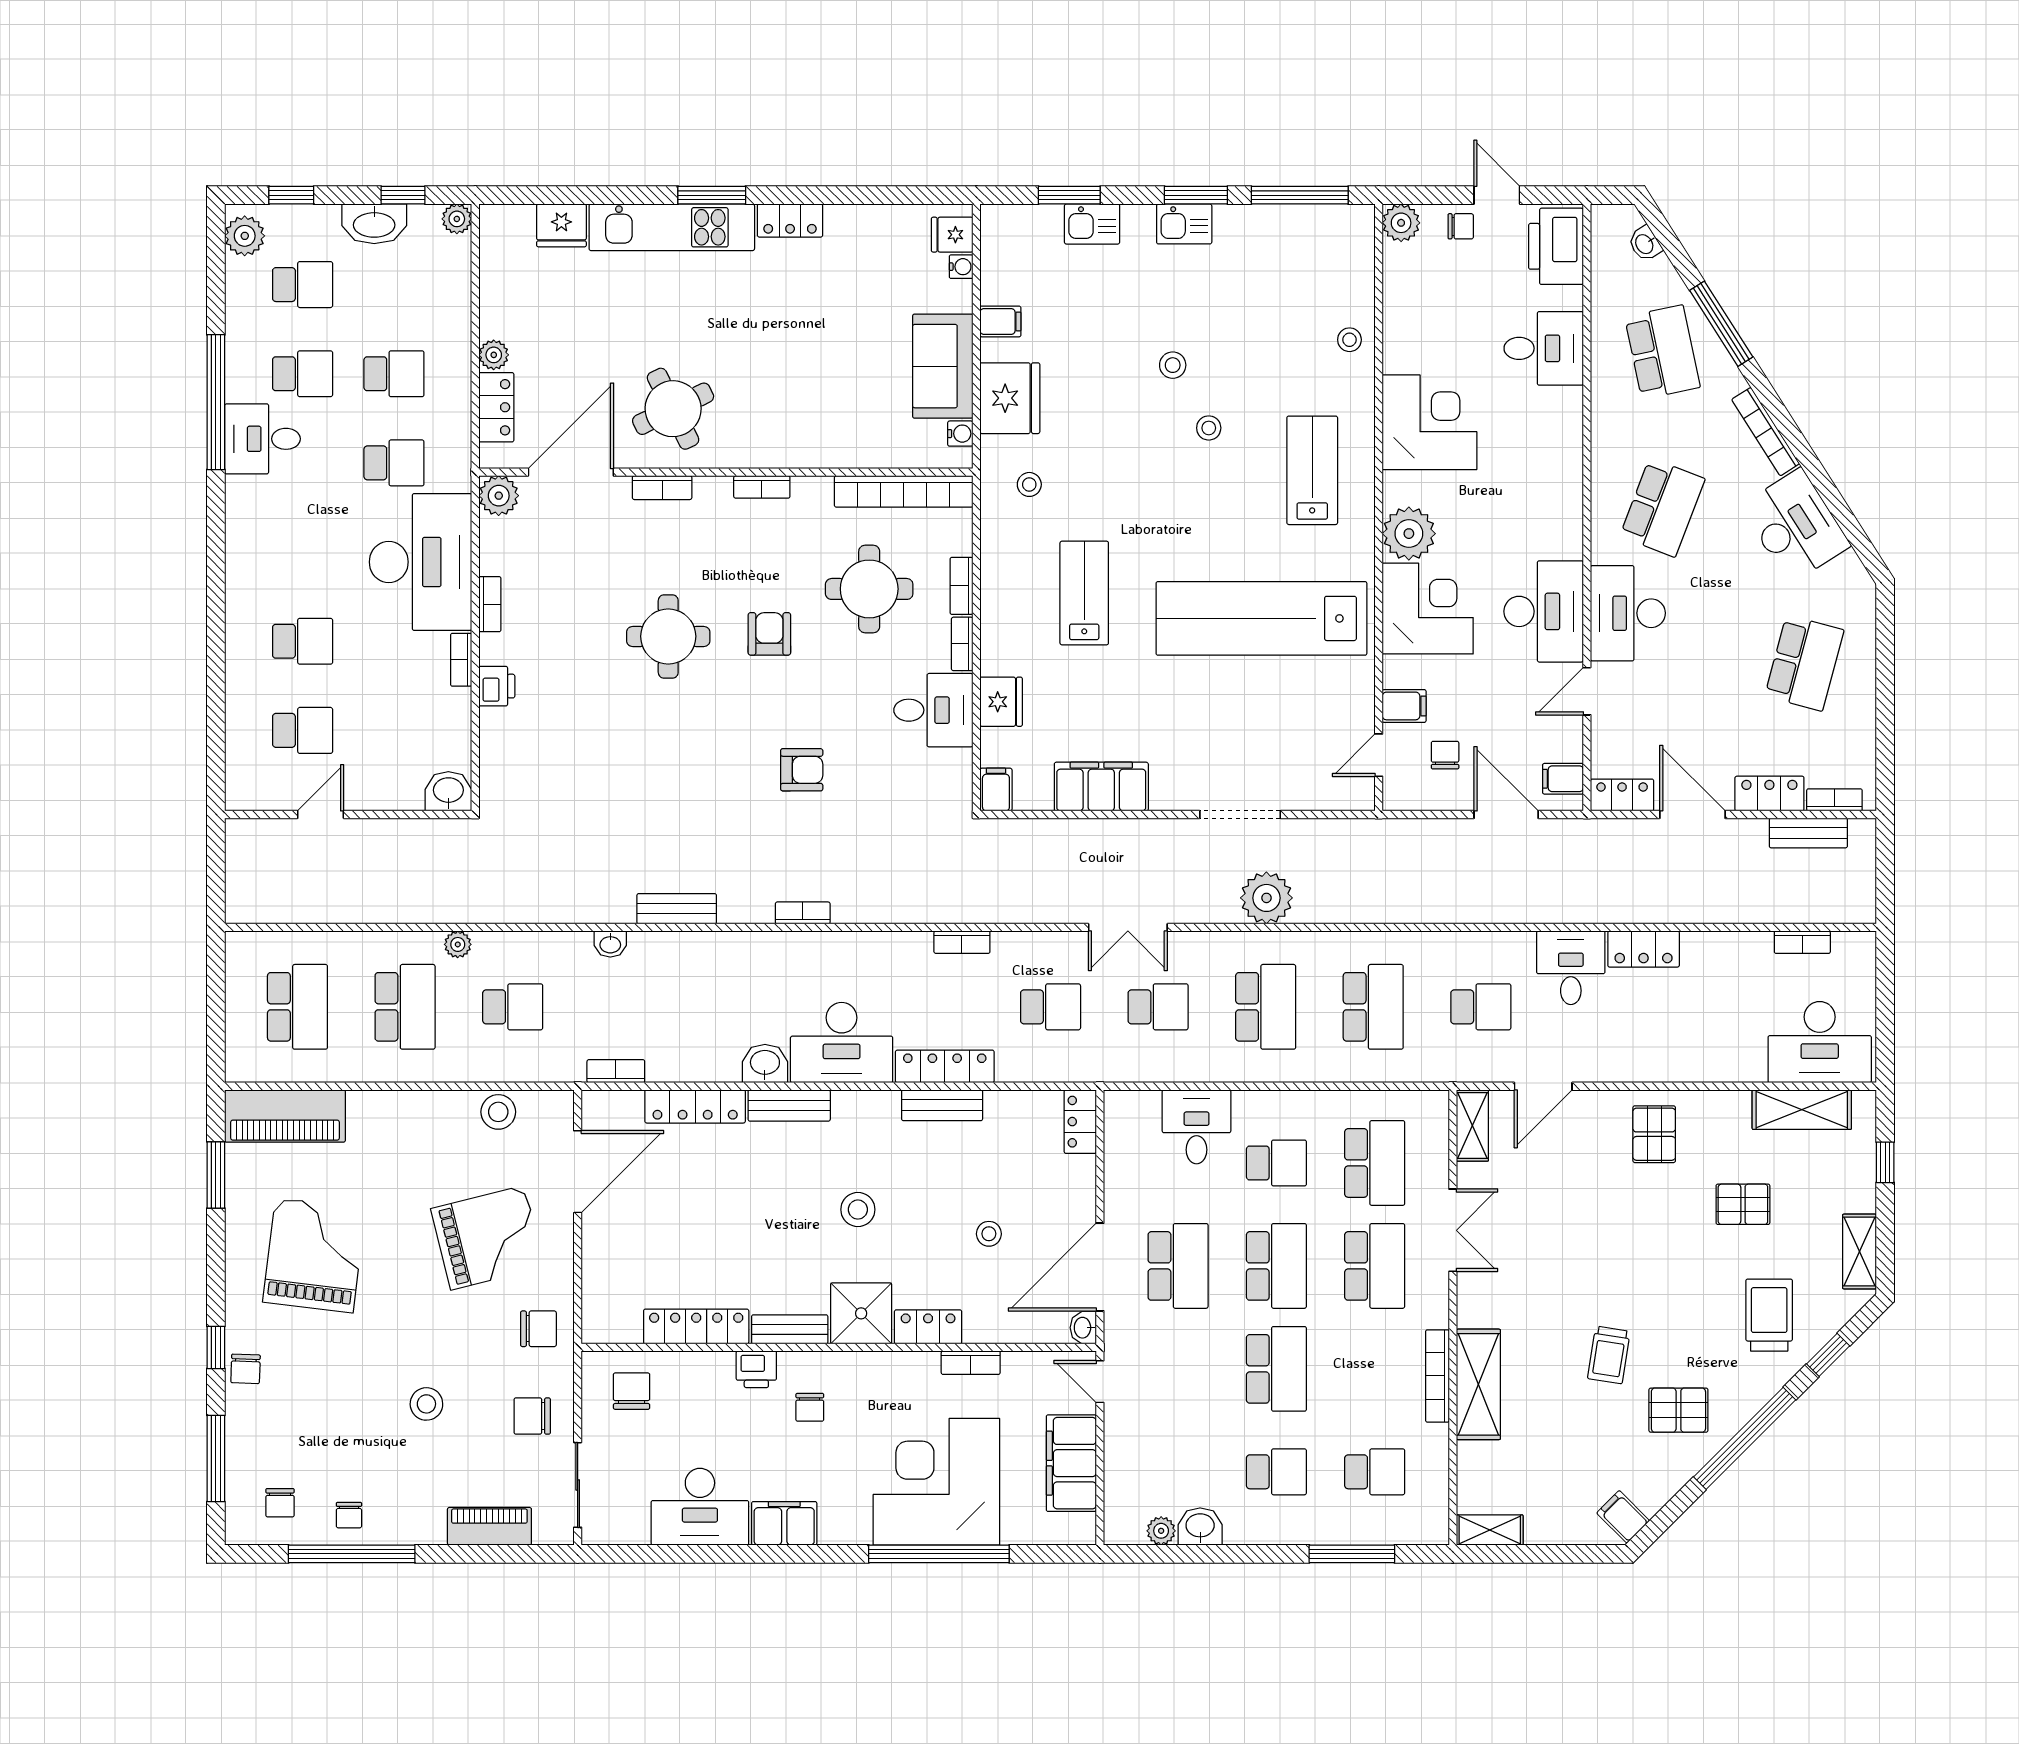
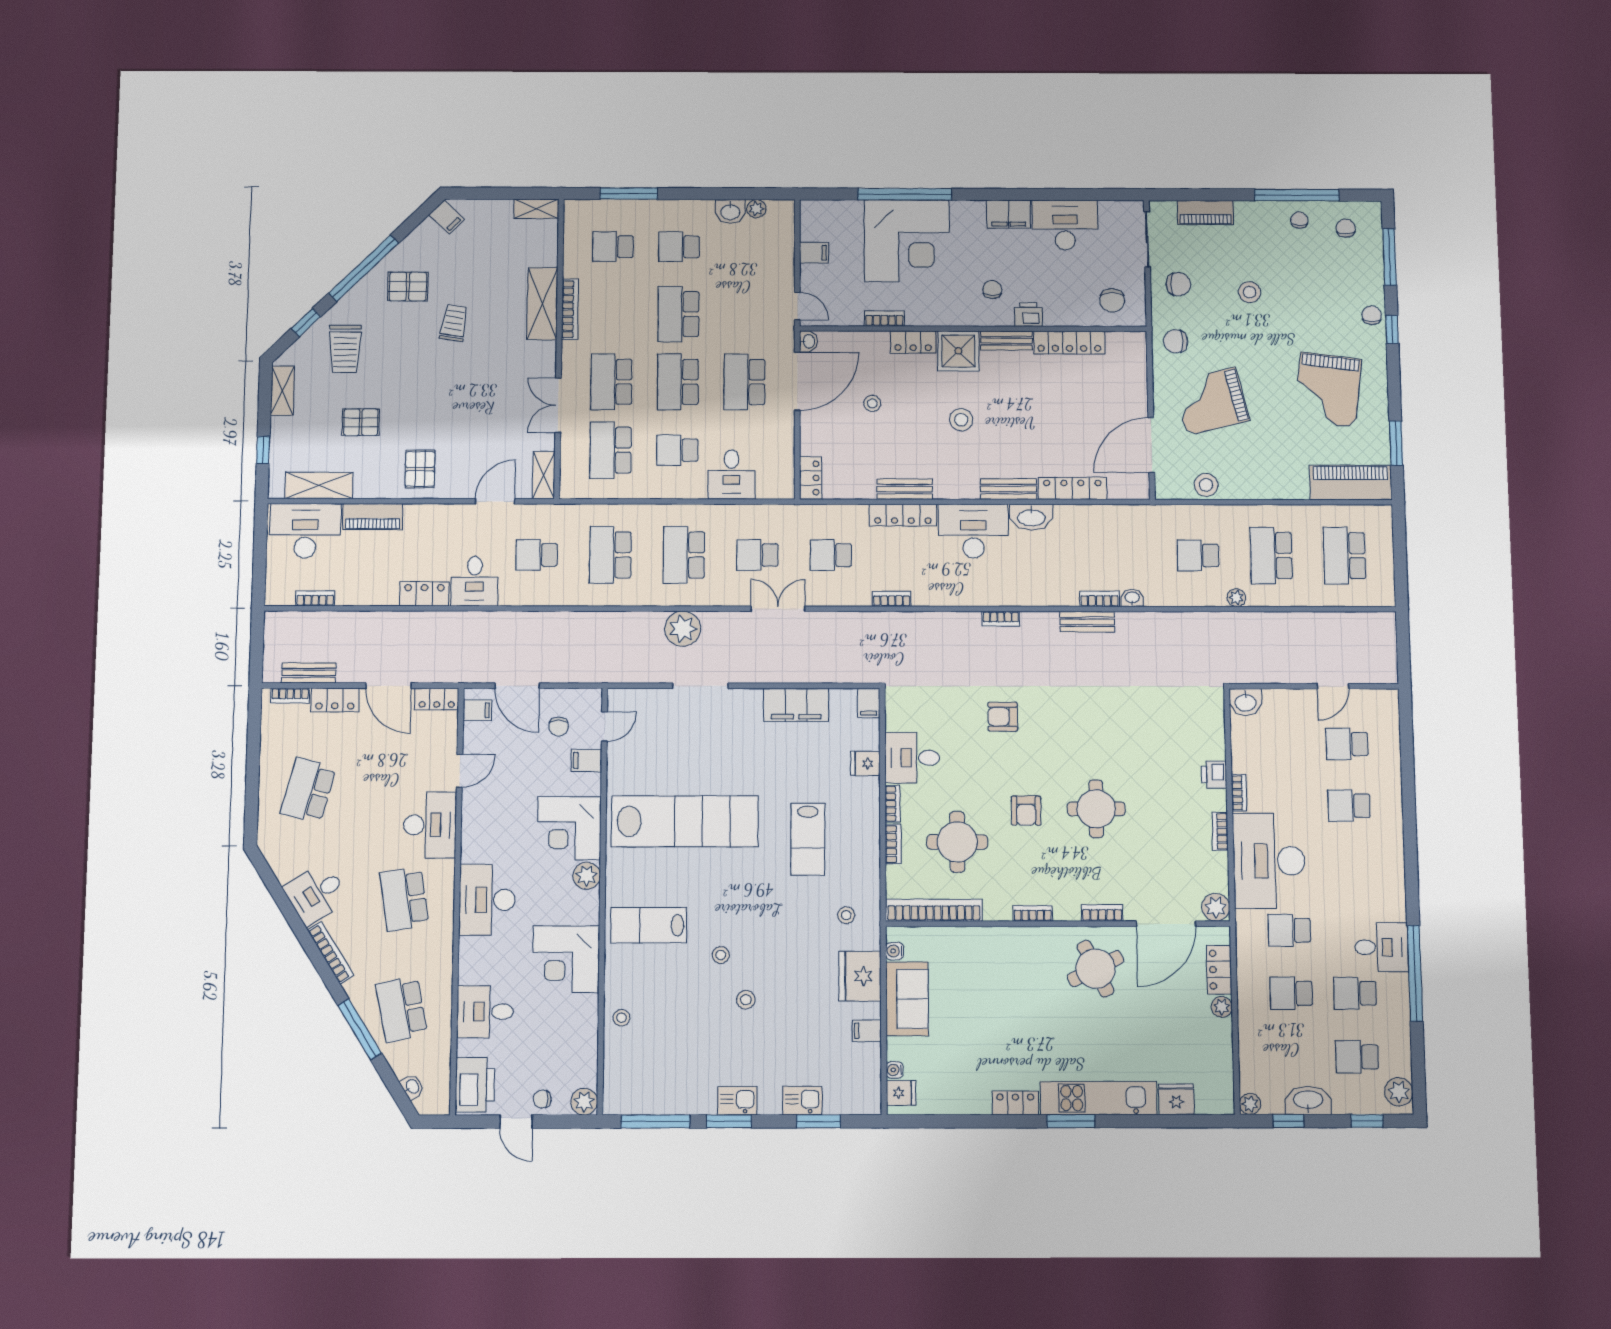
lab bench: (1312, 470) -> (649, 925), turned 90
school desk: (1662, 507) -> (404, 899), turned -30
desk: (1795, 526) -> (316, 894), width x0.73
plant: (1409, 534) -> (587, 876), width x0.73, depth x0.73
desk: (1544, 611) -> (487, 900), moved
fridge: (1001, 702) -> (865, 764), width x0.72
piano: (1722, 1063) -> (373, 517), added
washbasin: (765, 1064) -> (1031, 517), width x1.38
bookcase: (616, 1071) -> (1100, 599), moved, turned 180
filing cabinet: (1071, 1463) -> (814, 253), width x0.33, depth x0.86

